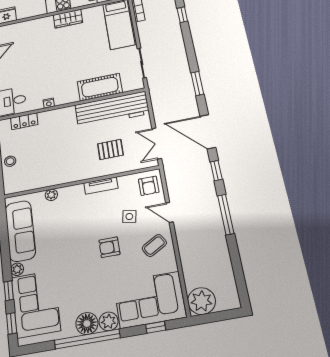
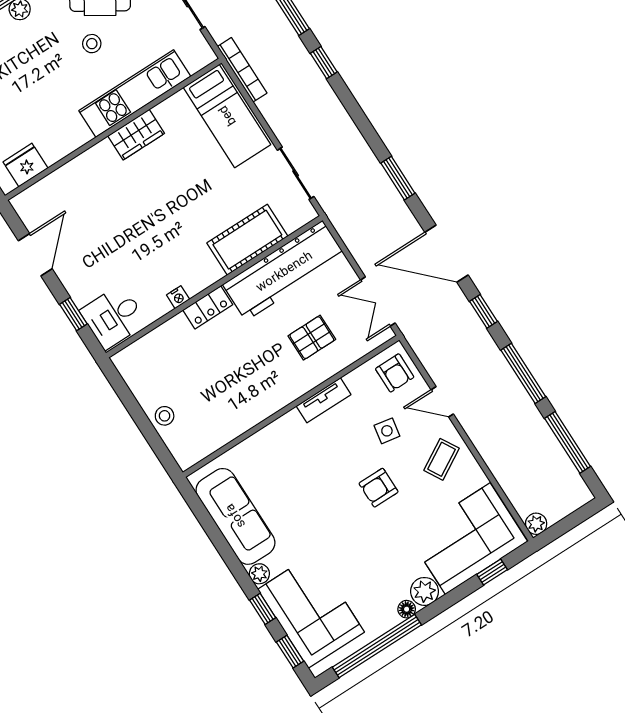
locker: (24, 121) -> (208, 307), moved
plant: (51, 195) -> (255, 444), removed
window: (237, 266) -> (568, 442), added
plant: (202, 301) -> (536, 524), width x0.53, depth x0.53
floor lamp: (87, 323) -> (407, 609), width x0.53, depth x0.53
window: (87, 339) -> (377, 646), moved

